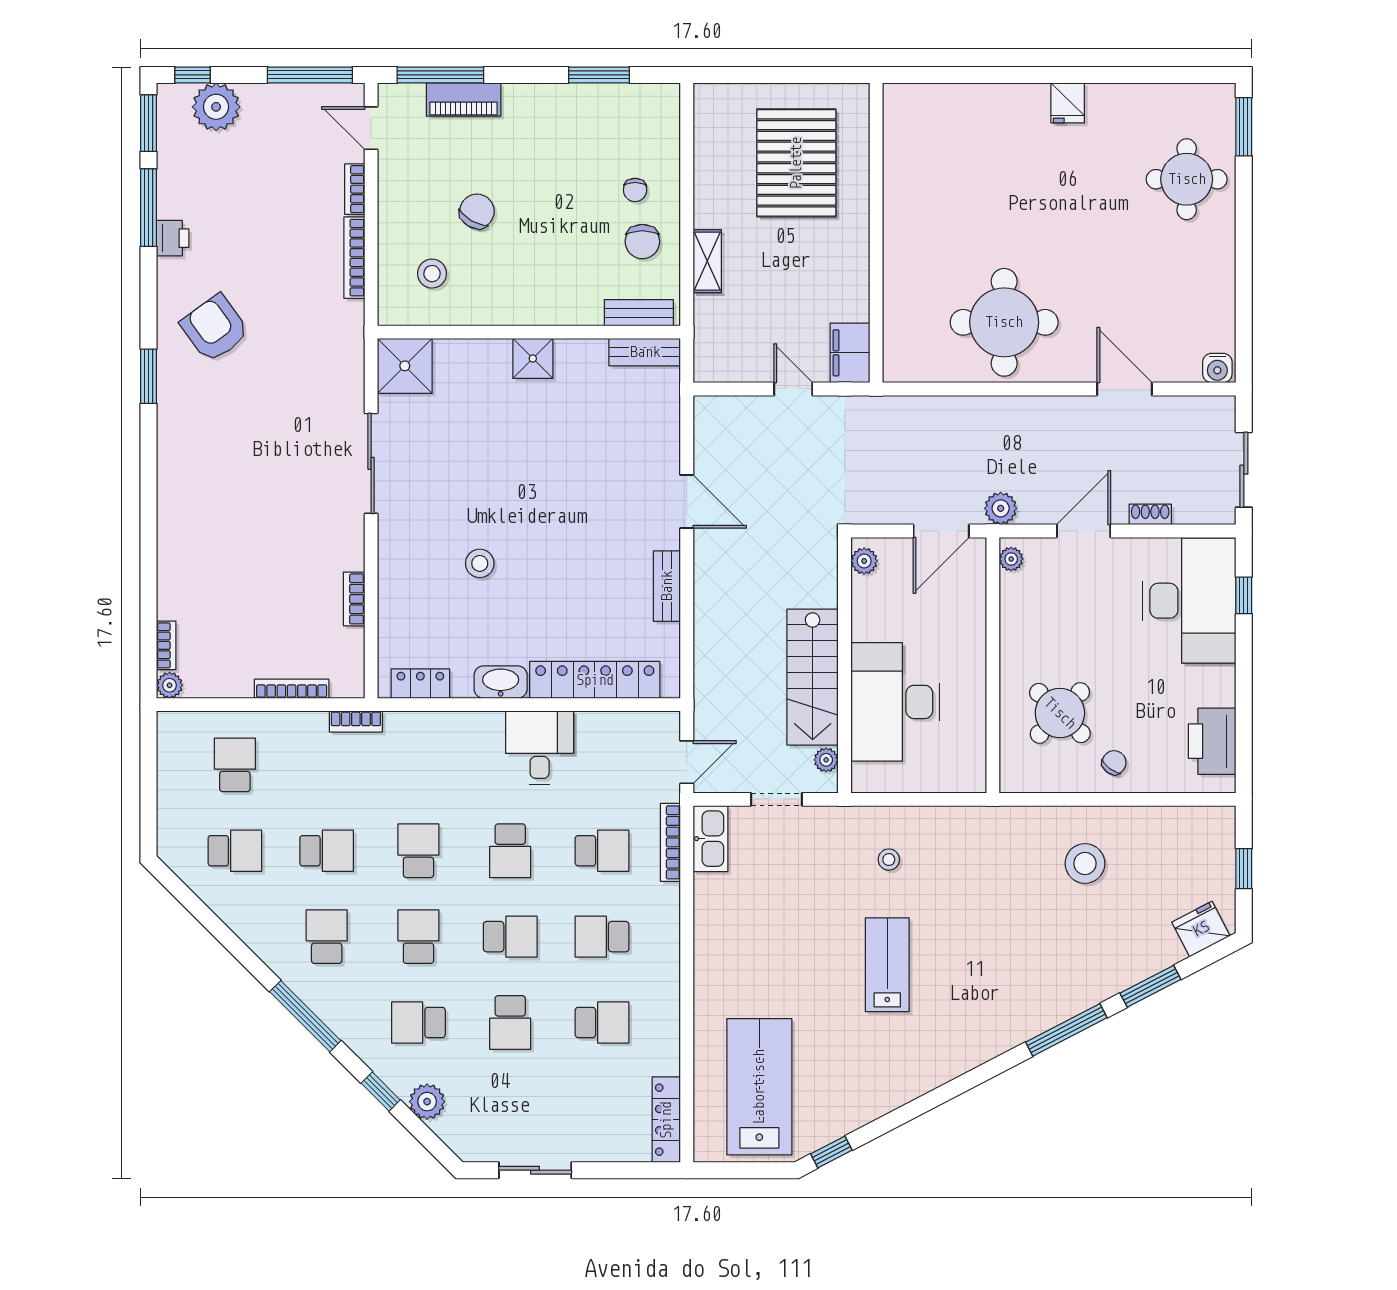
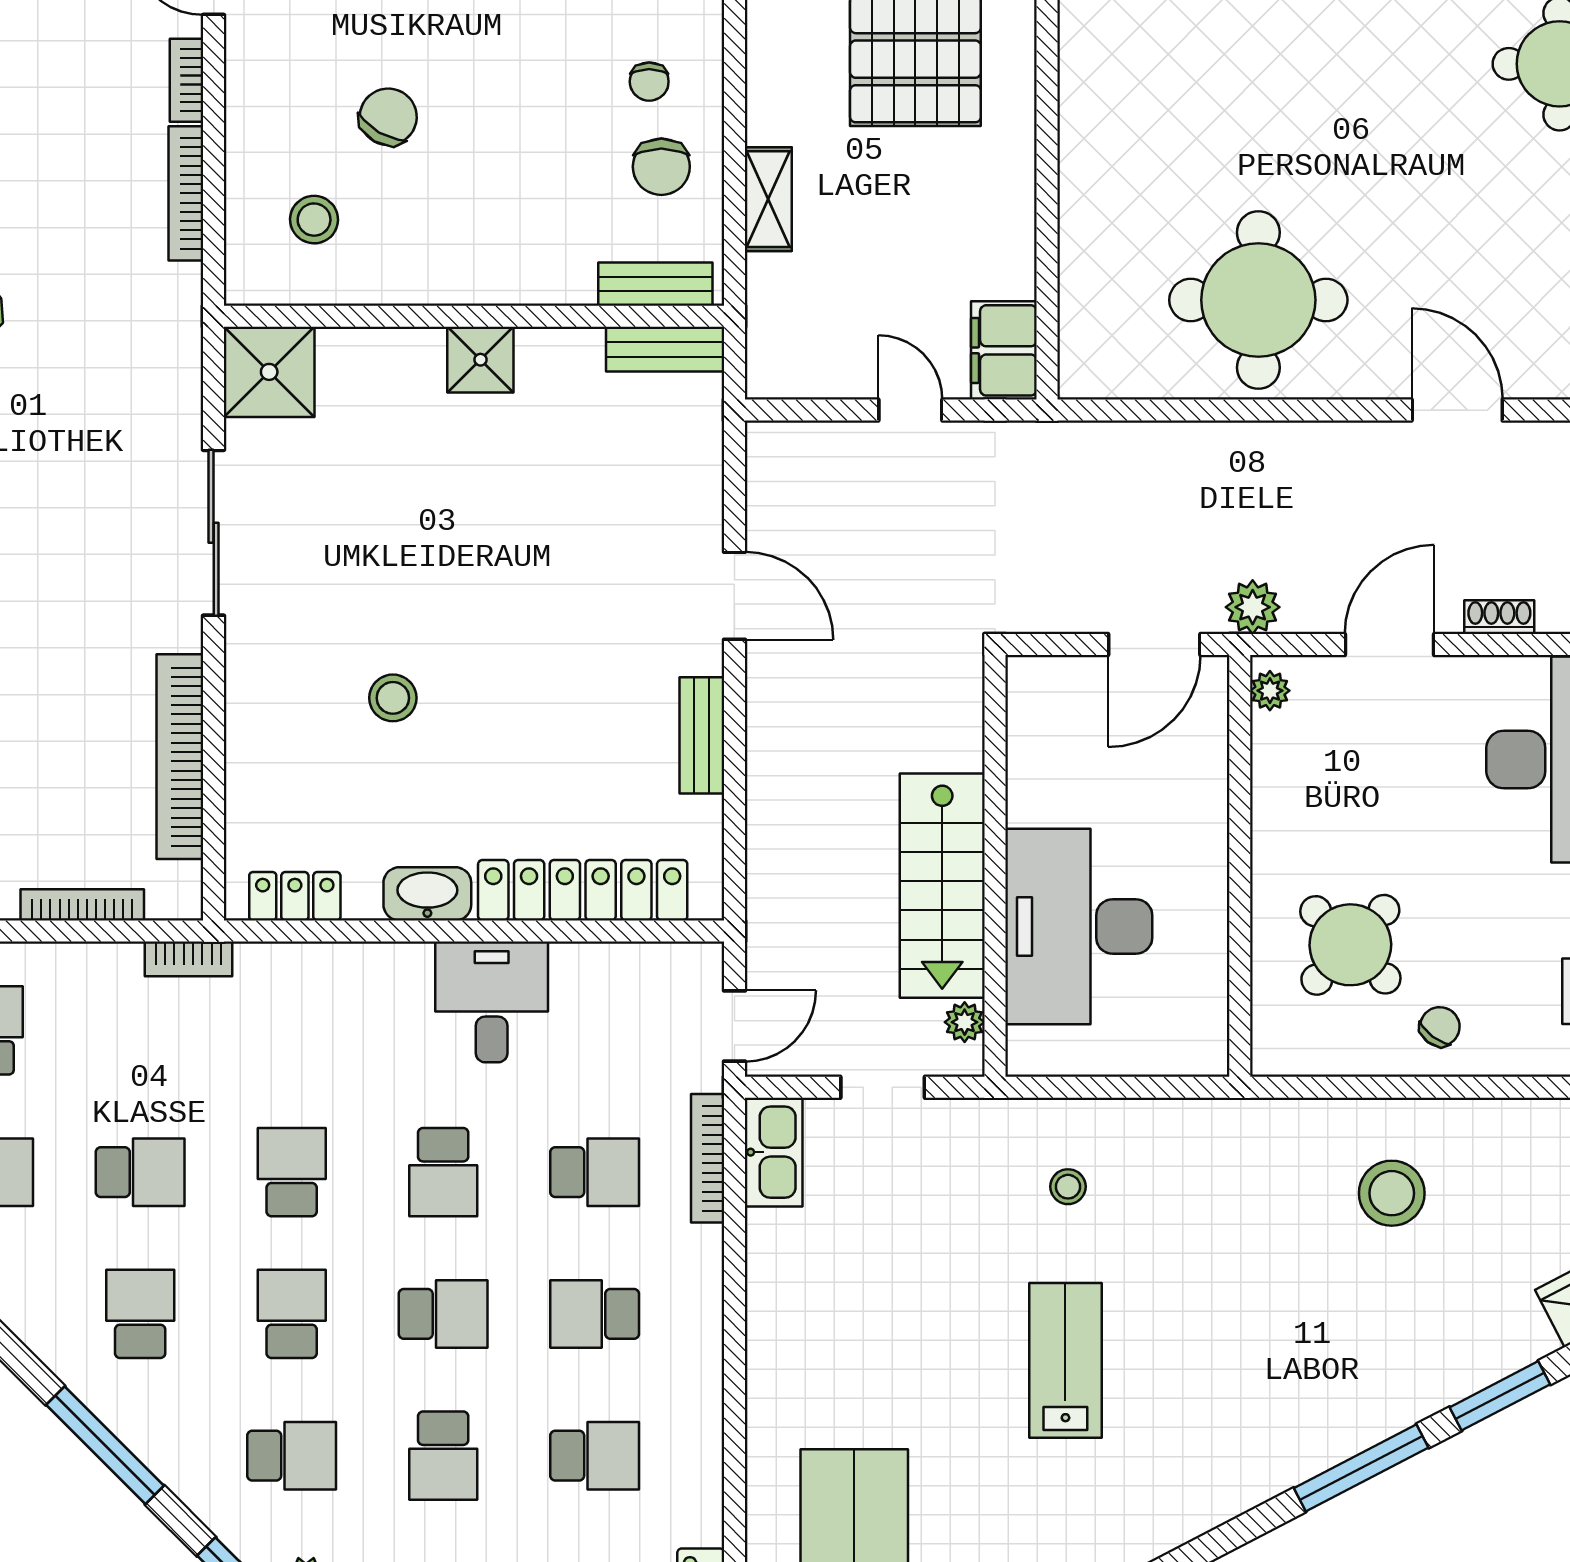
plant: (864, 561) -> (1027, 694), removed
bookcase: (354, 599) -> (180, 757), width x2.31, depth x1.31
school desk: (418, 1023) -> (292, 1456), turned 180

